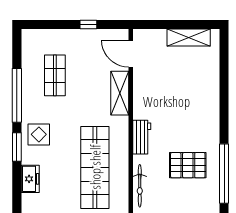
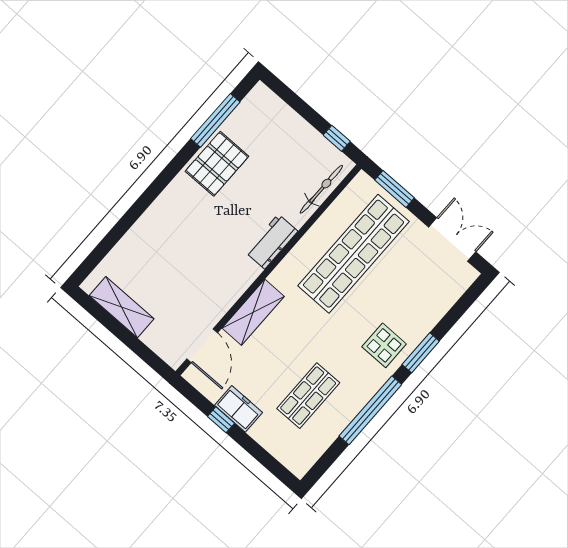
pallet: (188, 165) -> (217, 164), moved, turned 90
window: (224, 174) -> (215, 120), width x0.68
freezer: (30, 179) -> (238, 409), moved, turned 90

